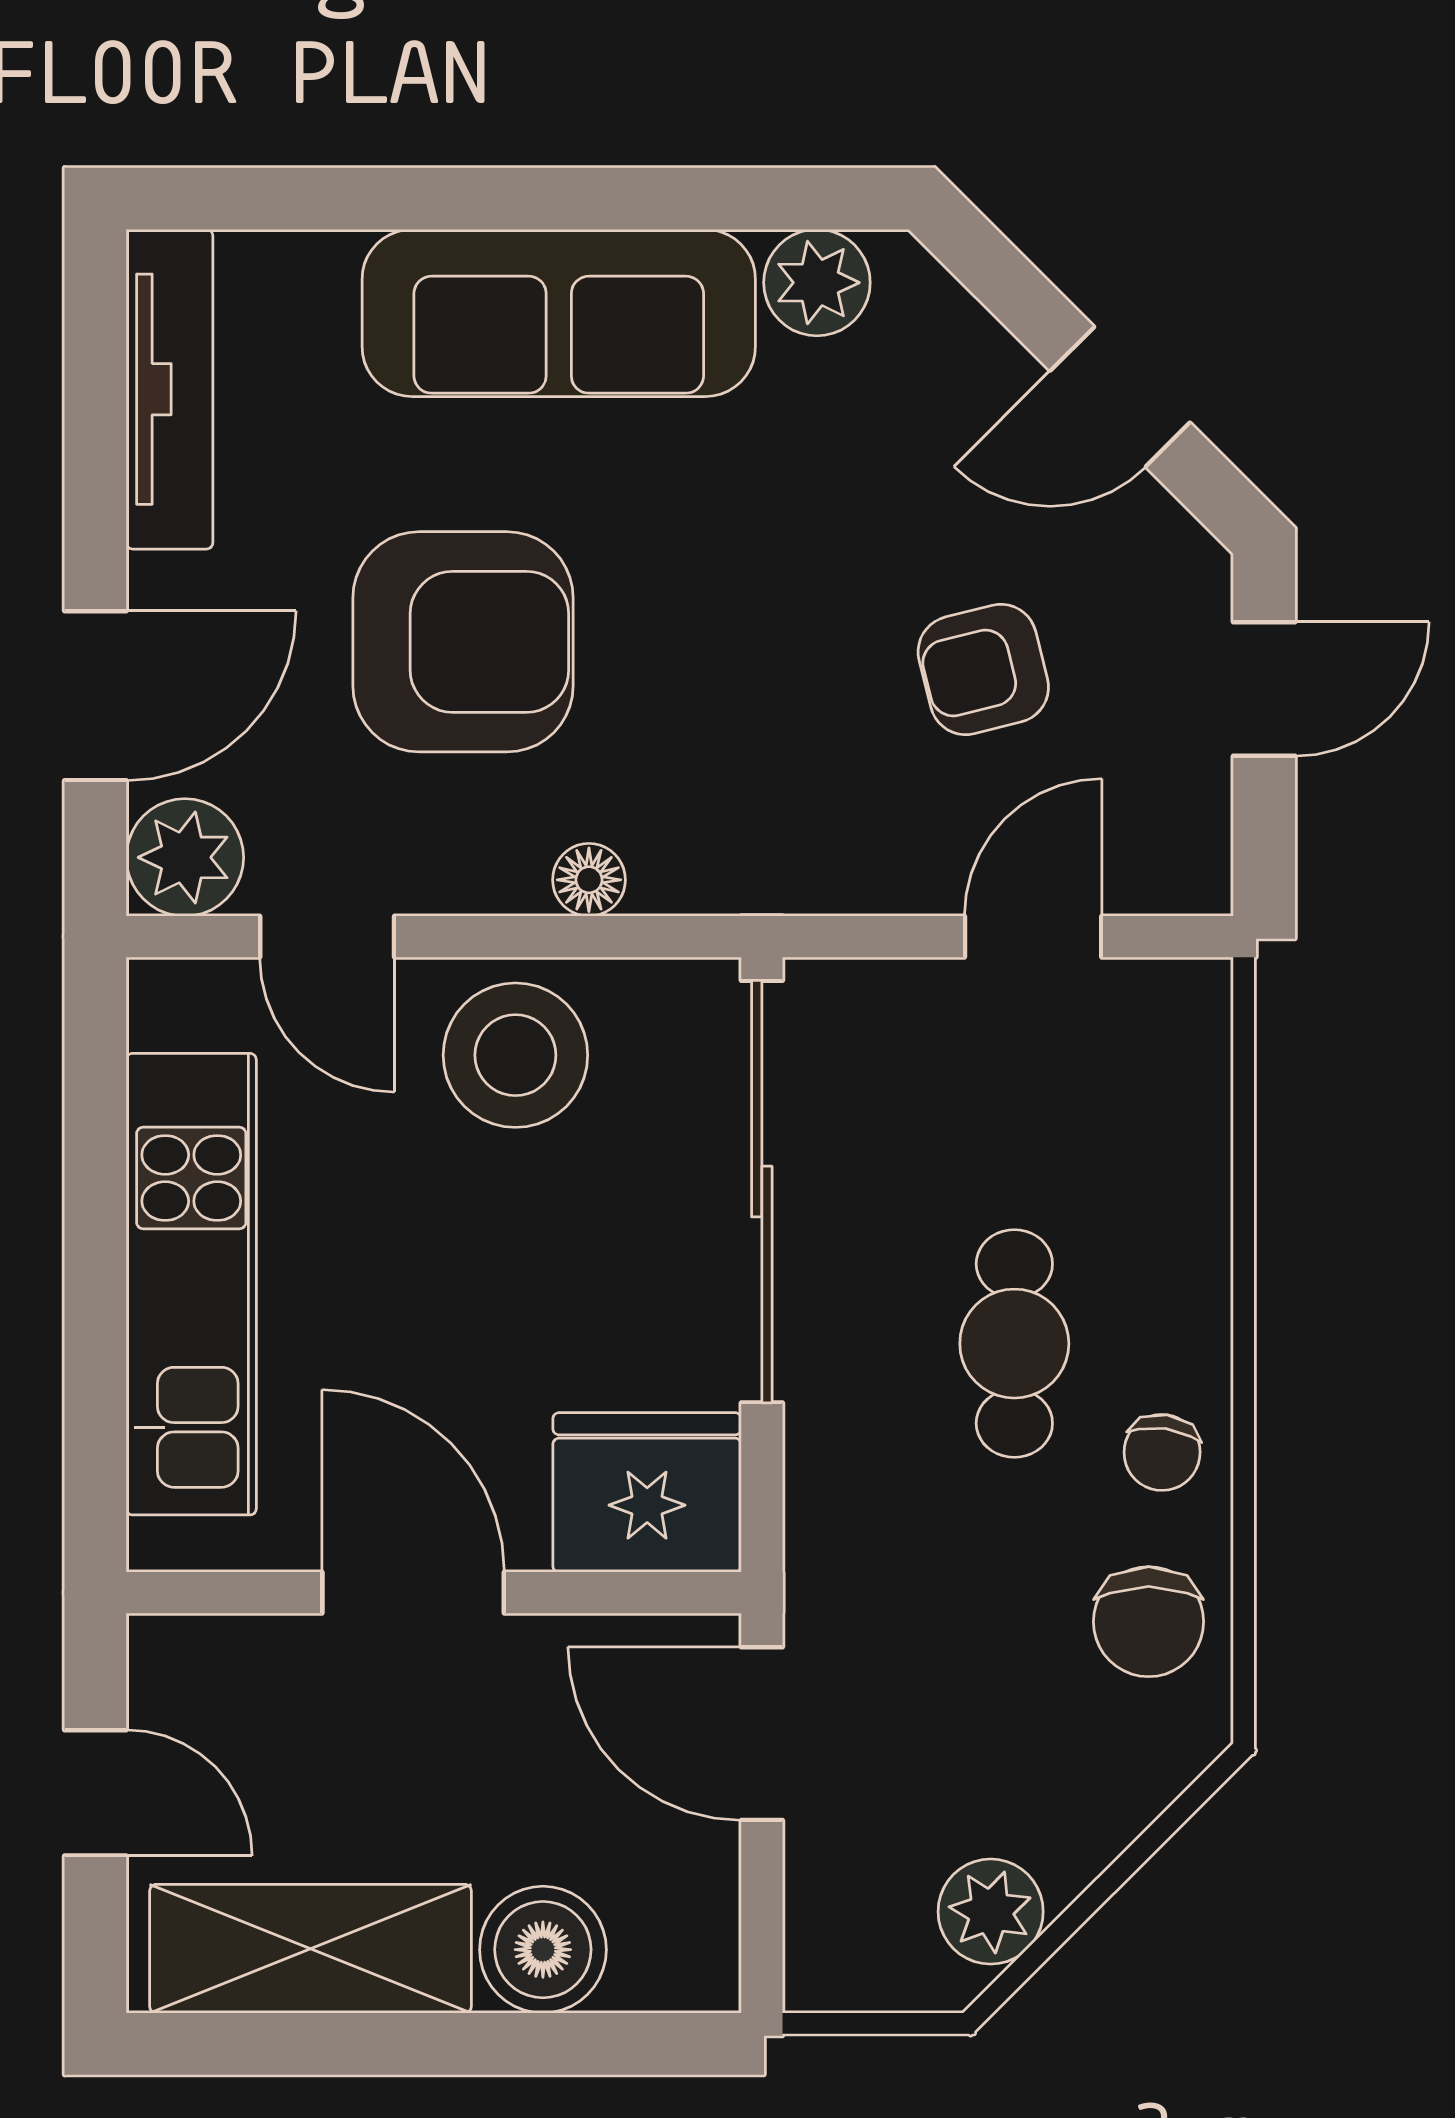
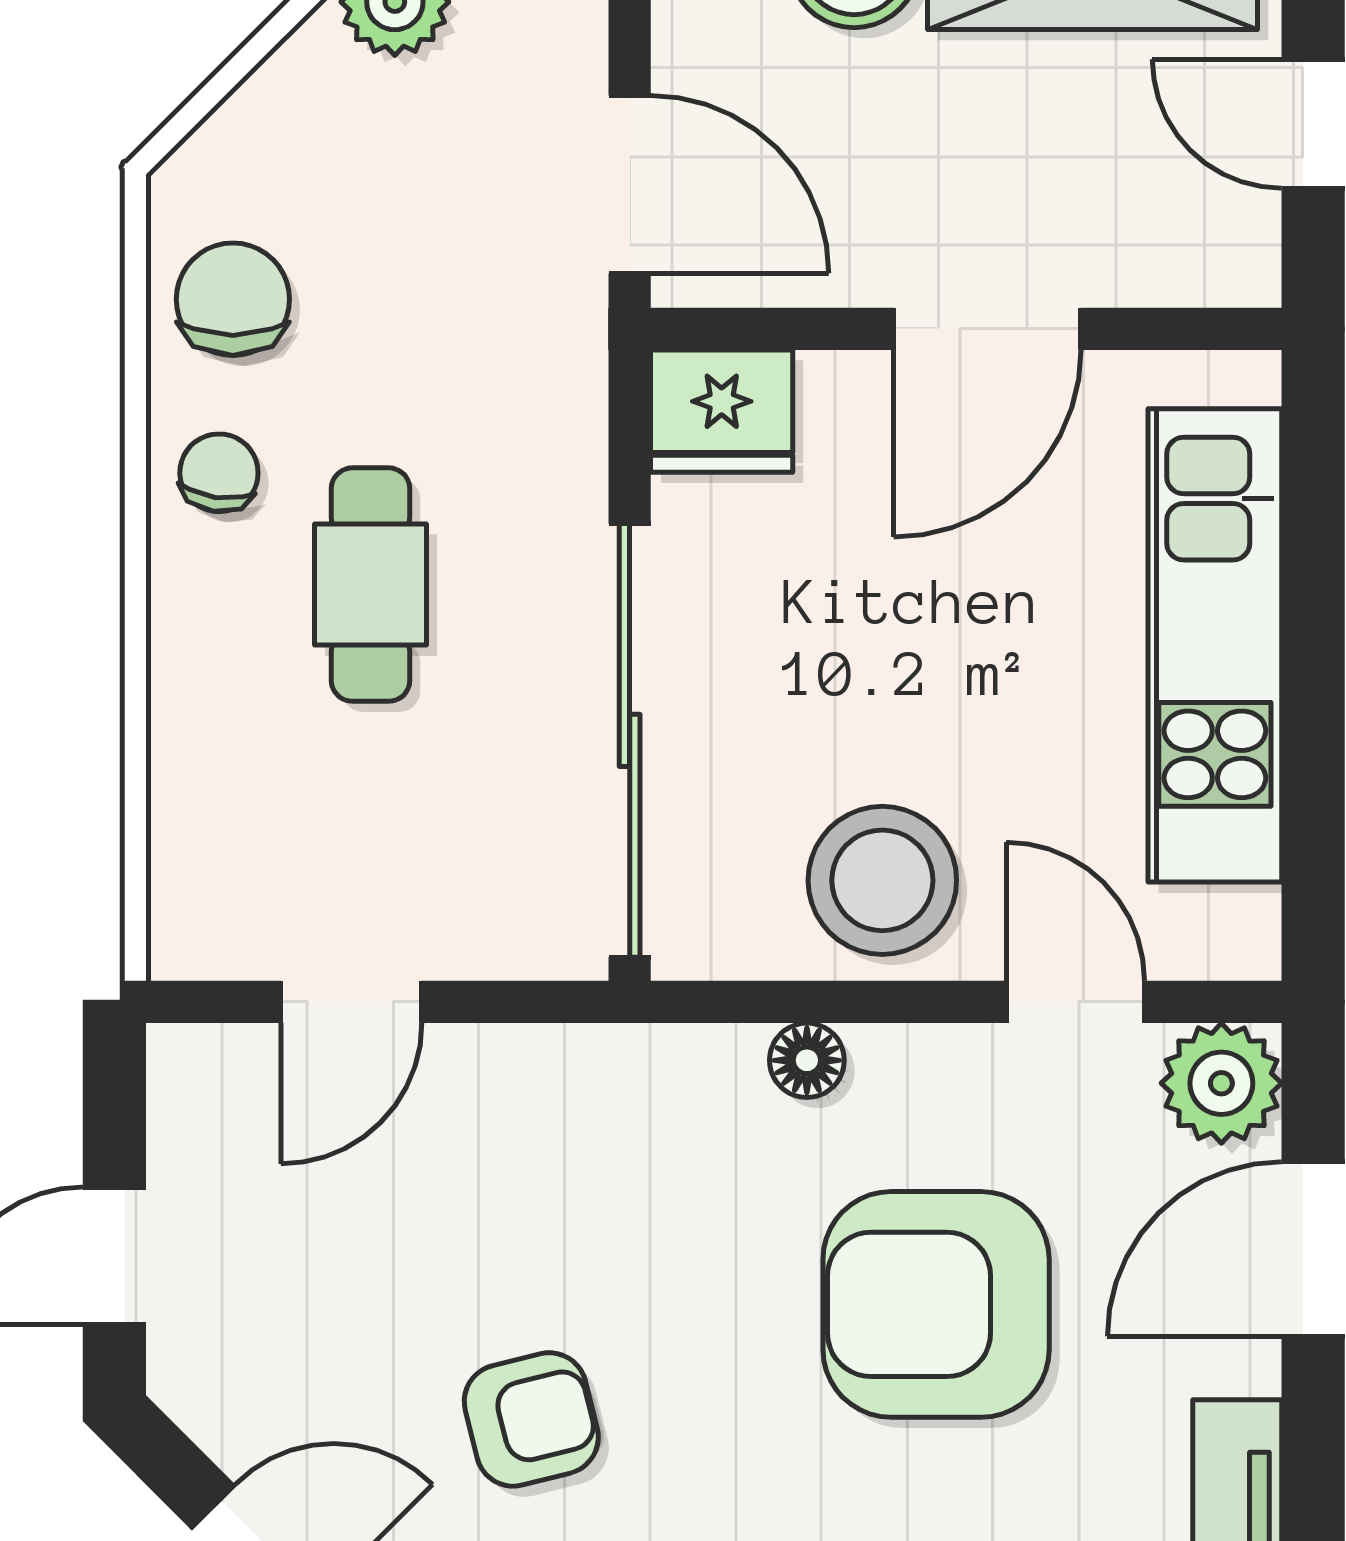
armchair: (983, 669) -> (531, 1419), moved
fridge: (647, 1492) -> (722, 411), width x0.73, depth x0.75
door: (413, 1593) -> (987, 329), hinge flipped

